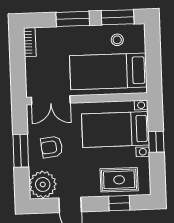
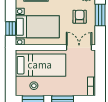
window: (156, 142) -> (11, 29), moved
armchair: (52, 147) -> (80, 17), turned -83

